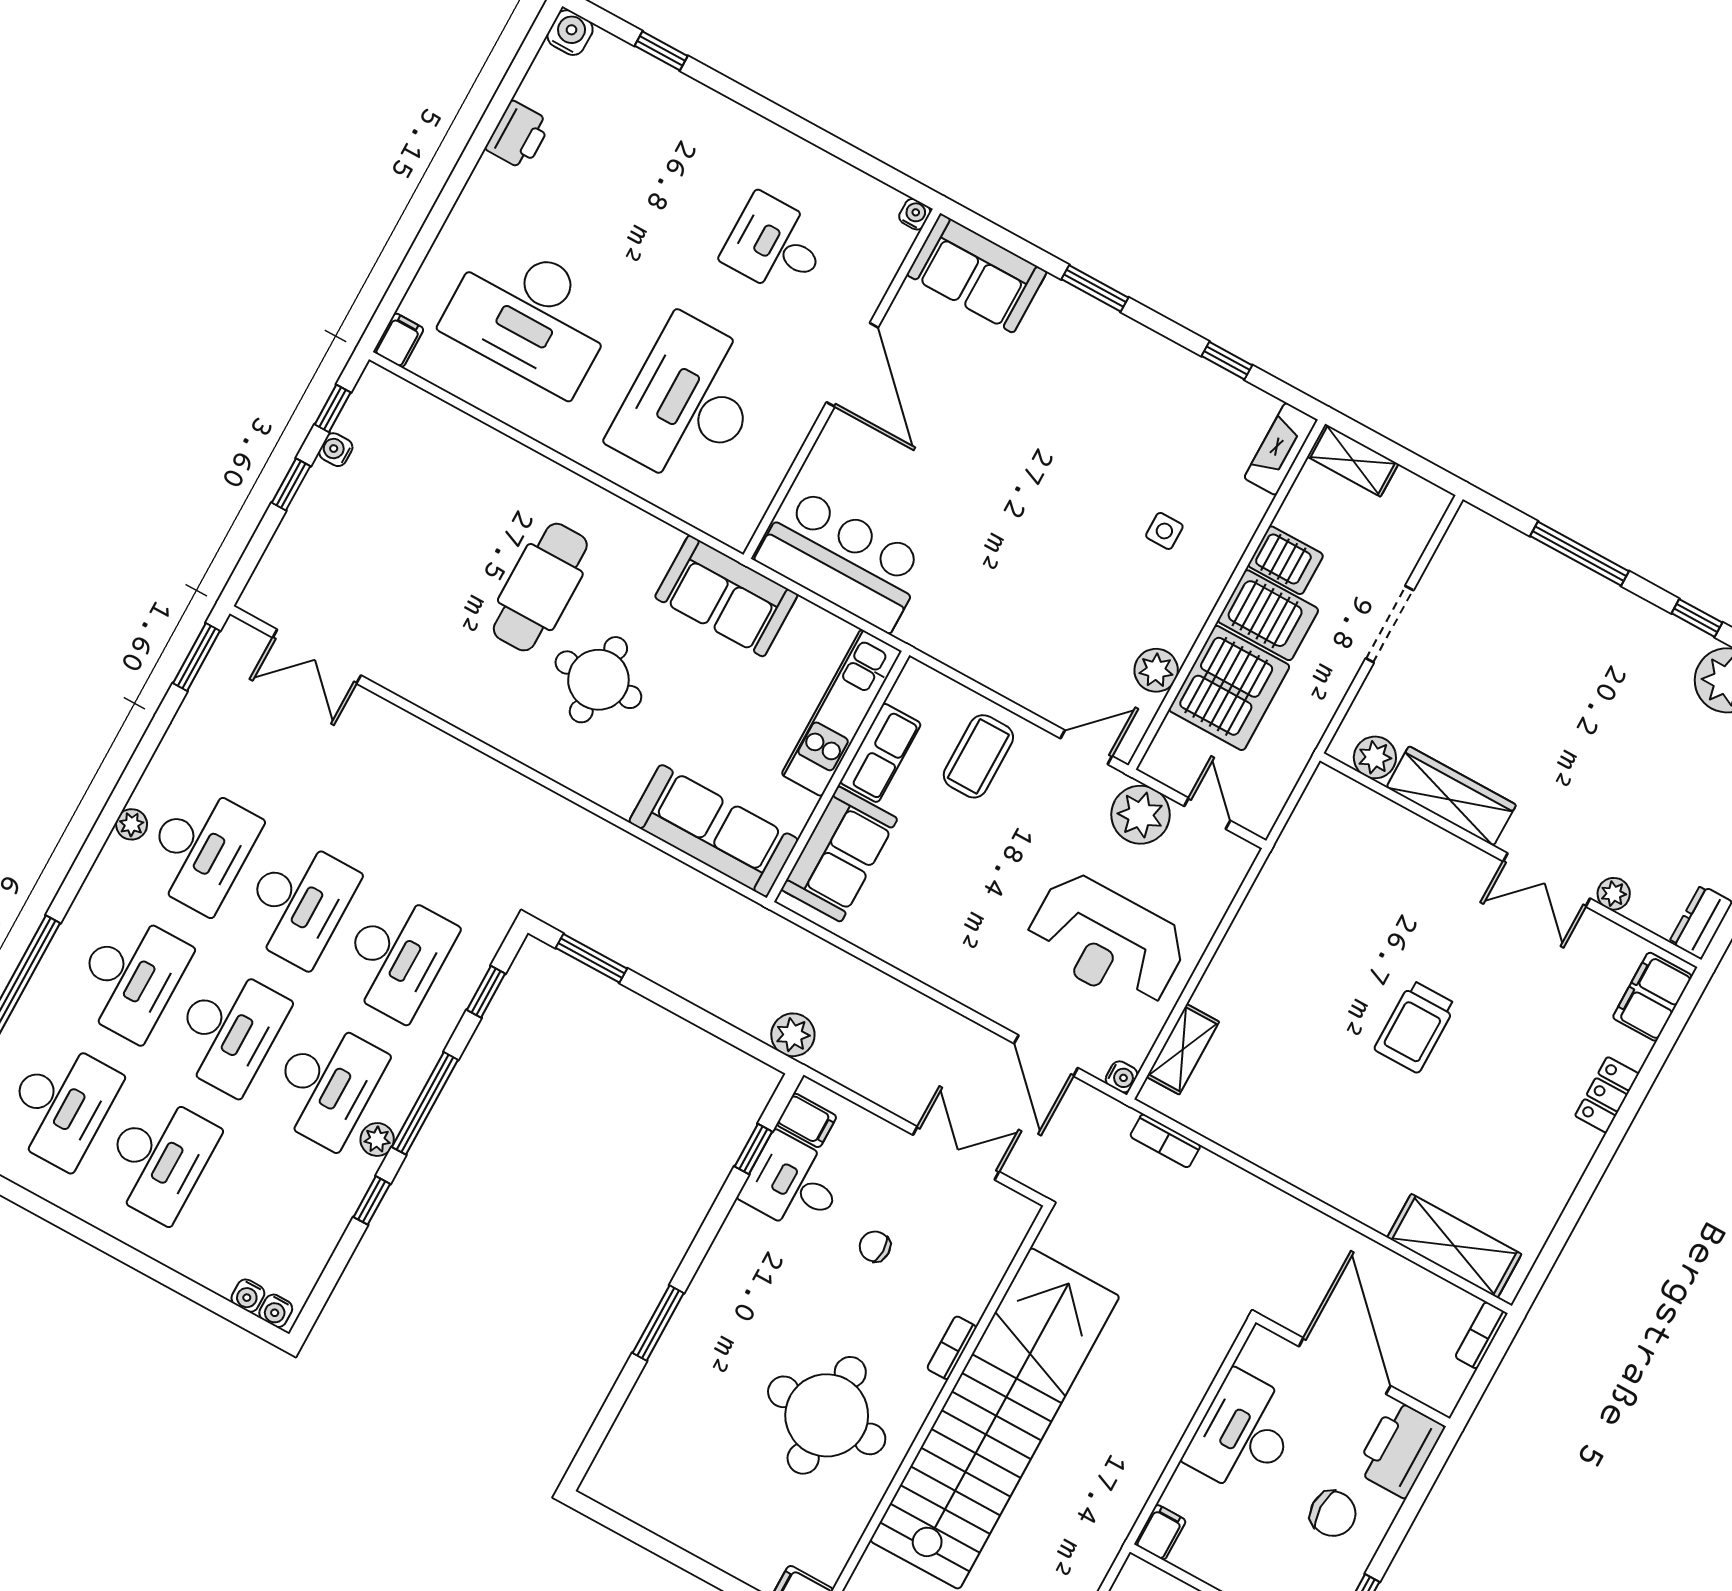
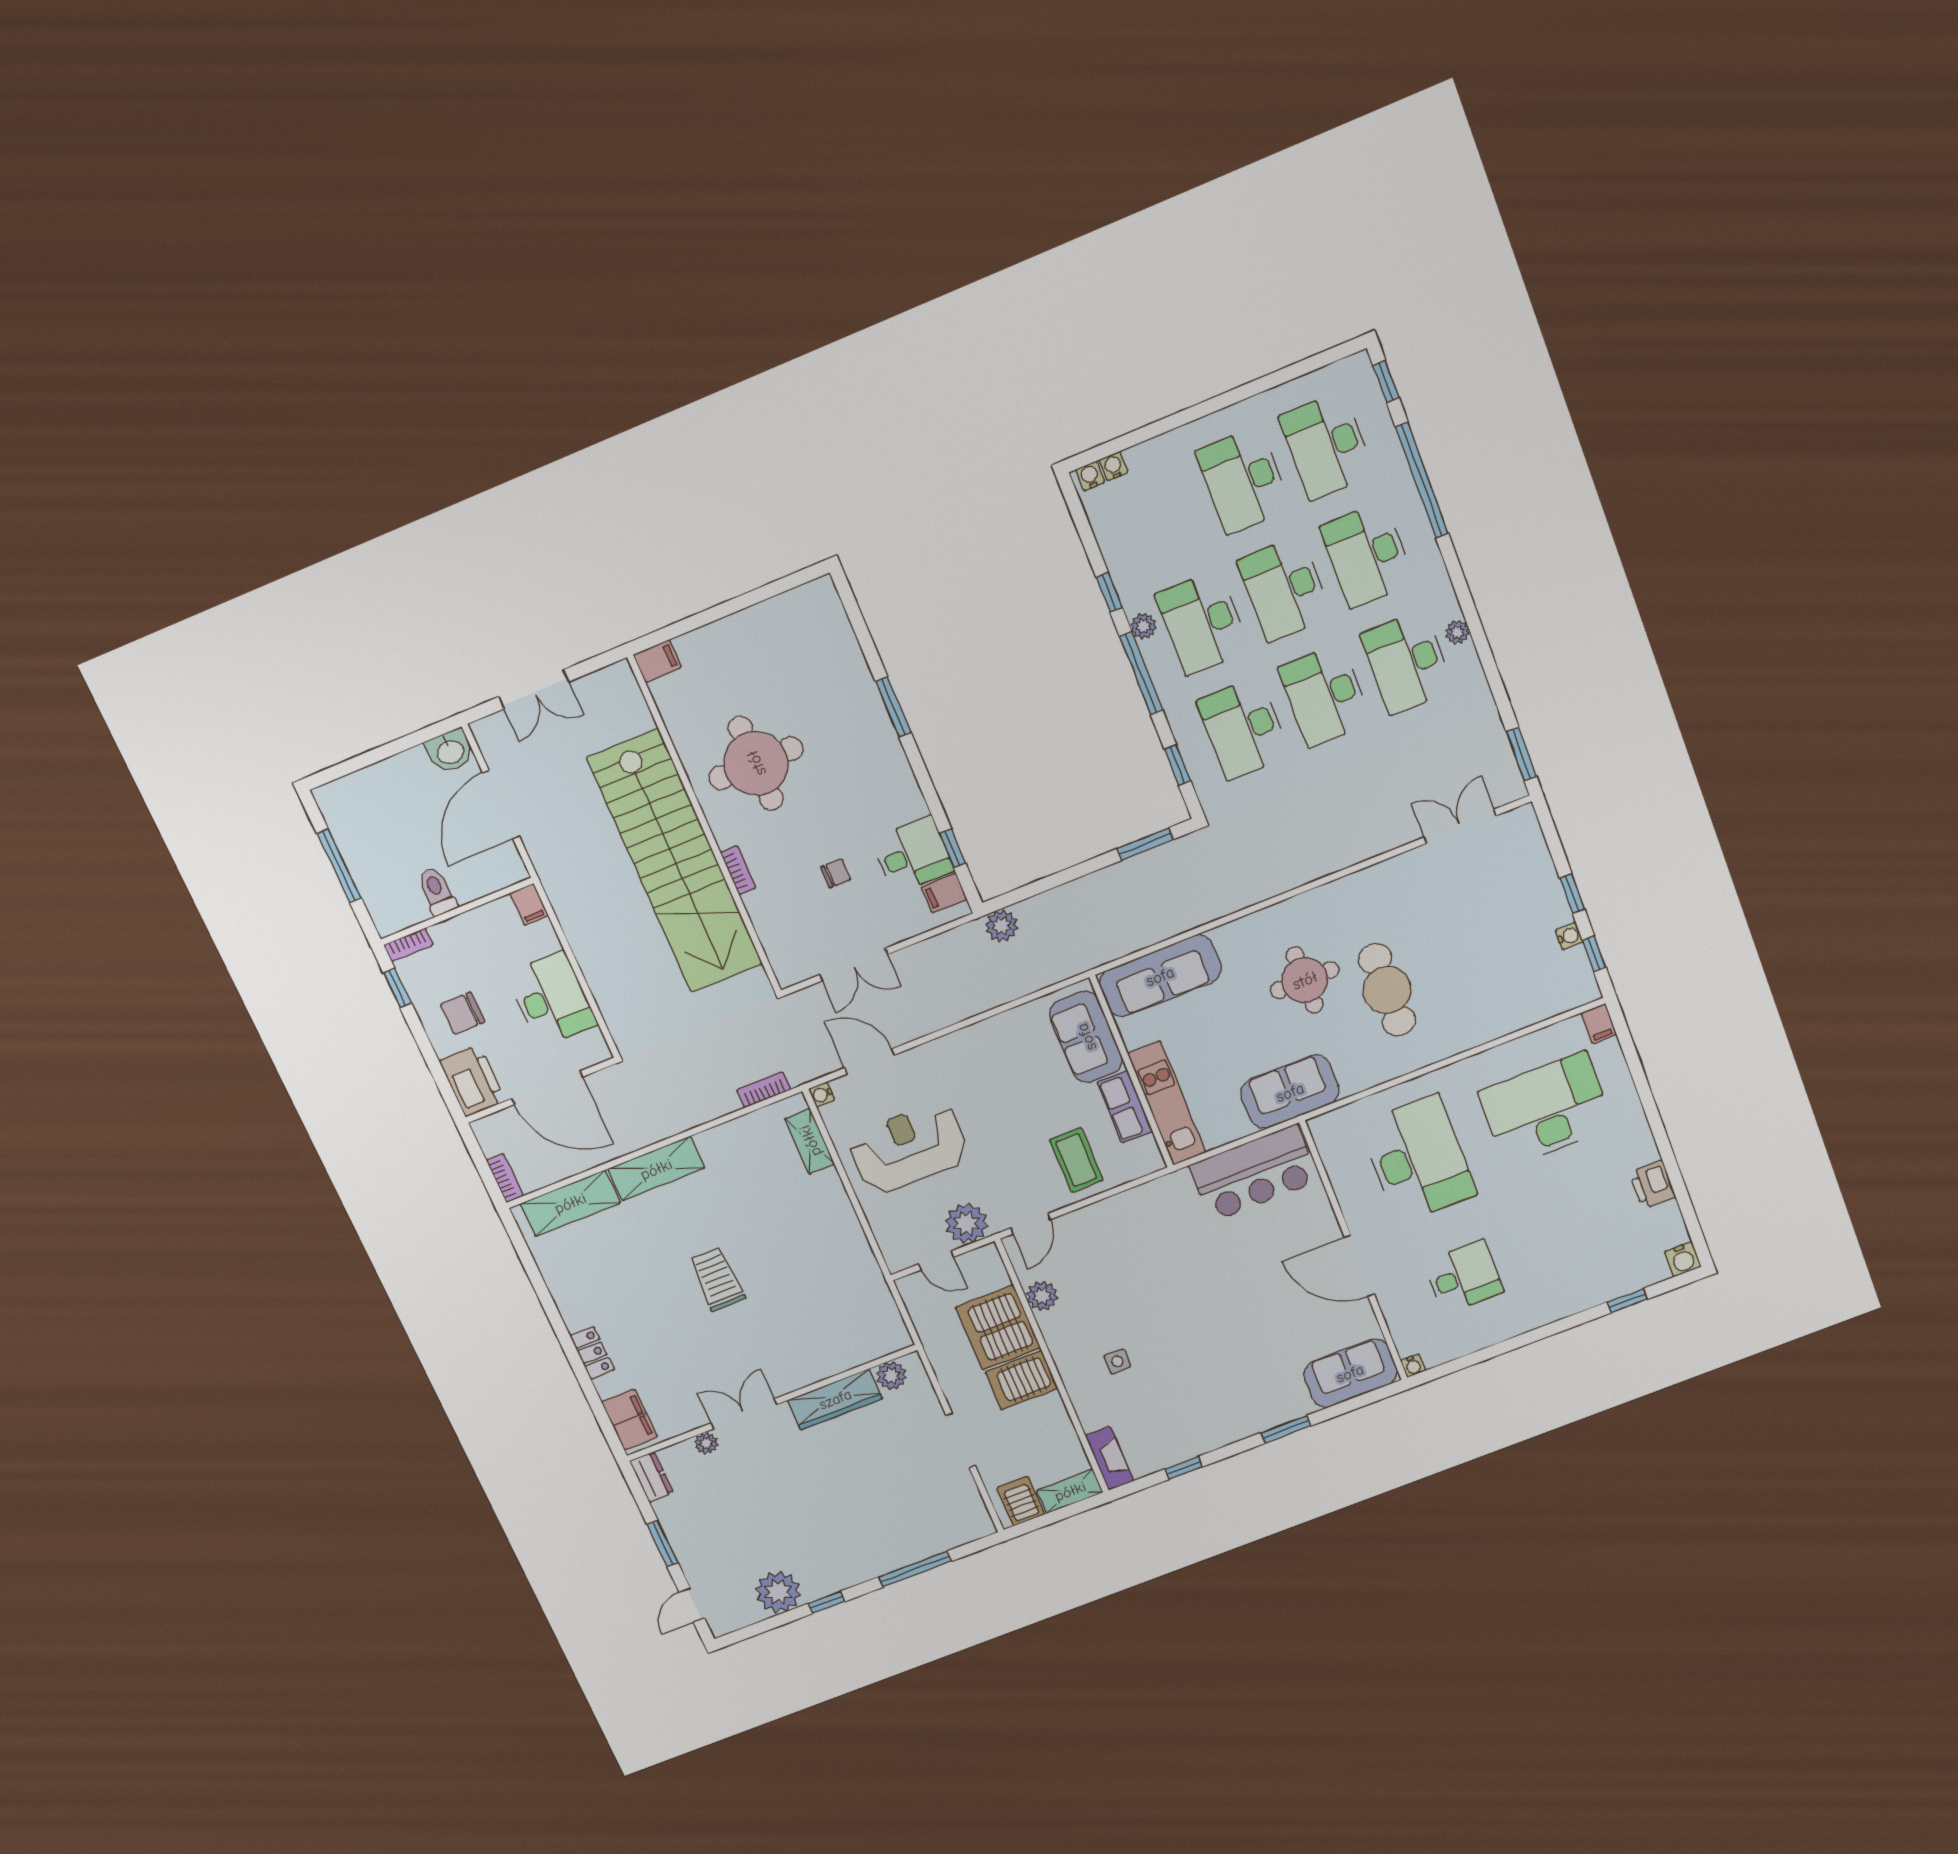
server rack: (1286, 560) -> (1021, 1501), moved, turned 90
shelving: (1343, 1186) -> (656, 1169), added

